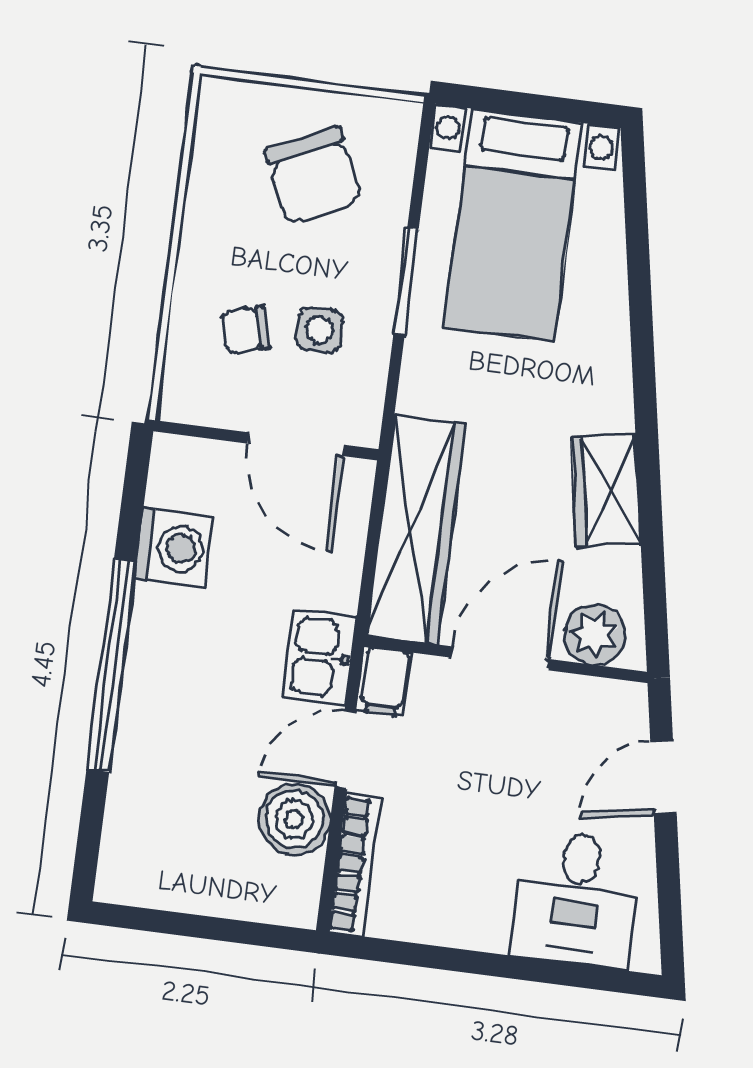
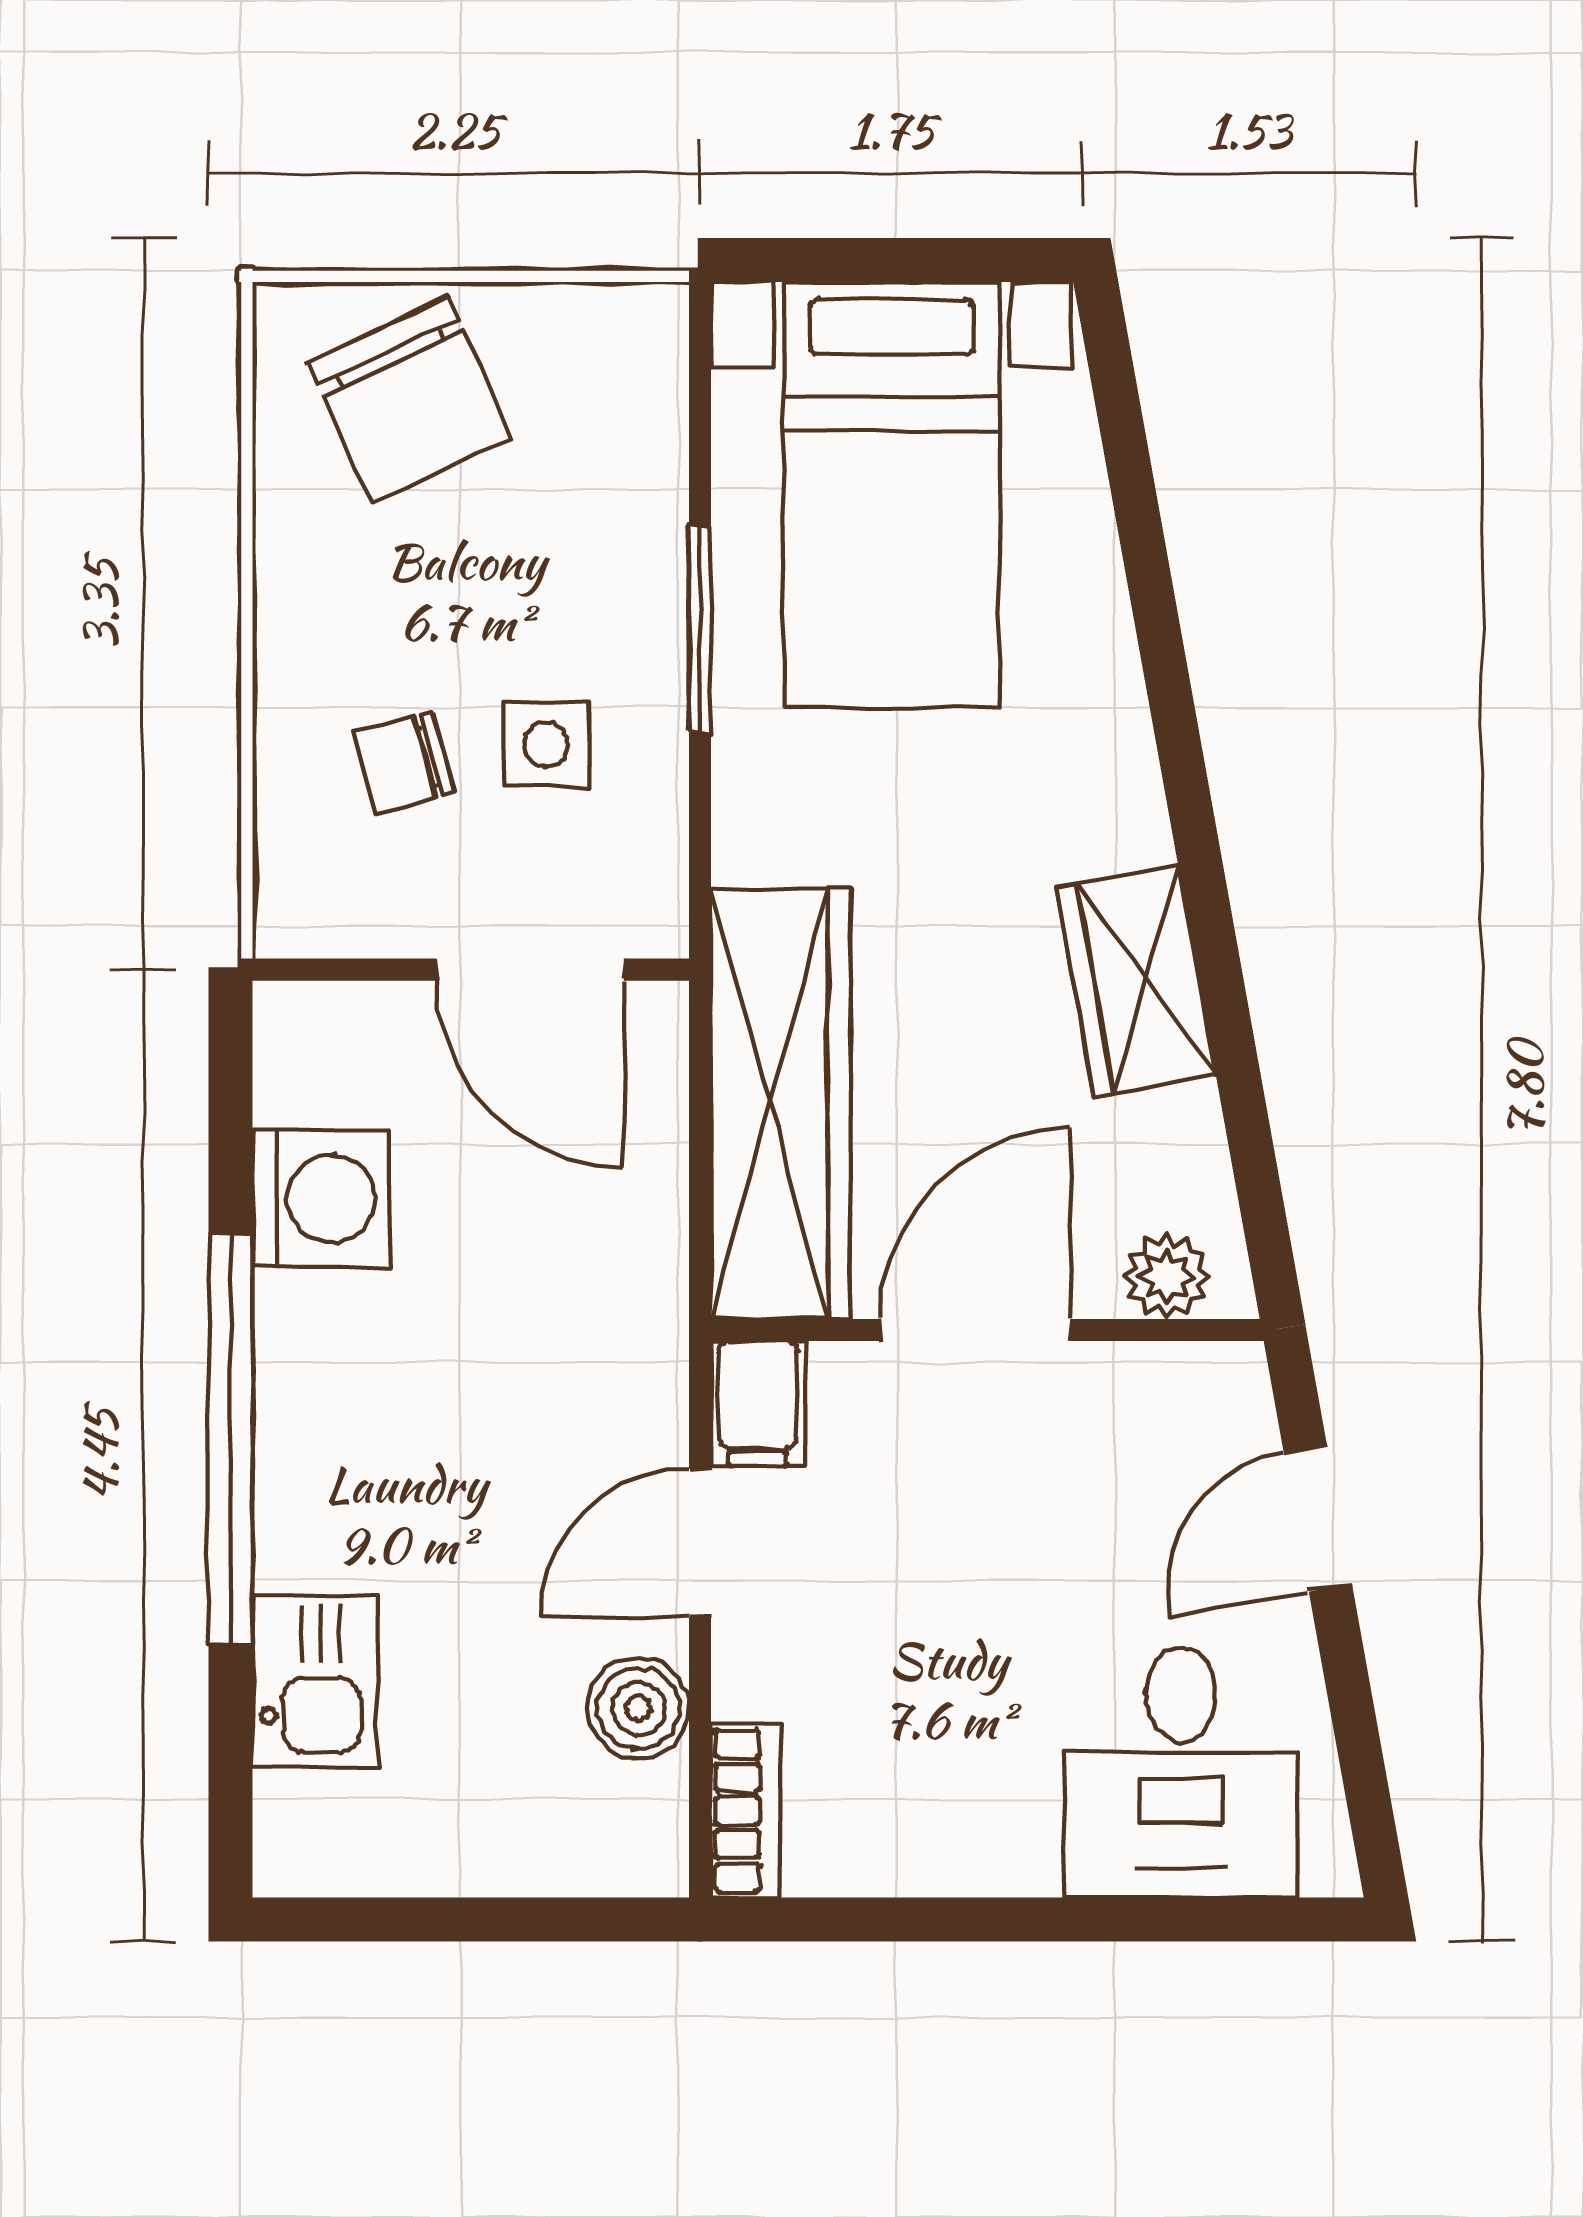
chair: (313, 175) -> (410, 400), moved
plant: (595, 634) -> (1167, 1276), width x0.73, depth x0.73
kitchen sink: (319, 657) -> (315, 1681), moved, turned 180
boiler: (294, 819) -> (638, 1708), width x0.73, depth x0.73
bookcase: (354, 865) -> (746, 1811), width x0.64

